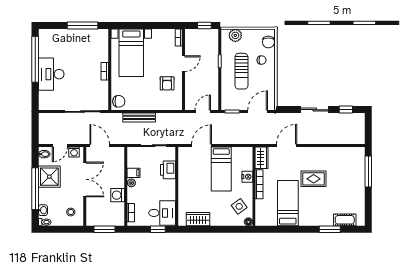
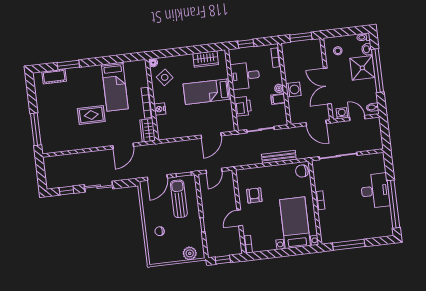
chair: (268, 42) -> (155, 251), removed
sun lounger: (241, 71) -> (179, 199), moved
door: (60, 146) -> (357, 118), hinge flipped
bed: (221, 169) -> (207, 92), moved, turned -90
shower: (49, 177) -> (362, 68), moved
washing machine: (118, 195) -> (293, 90), moved
desk: (162, 213) -> (245, 76), moved

